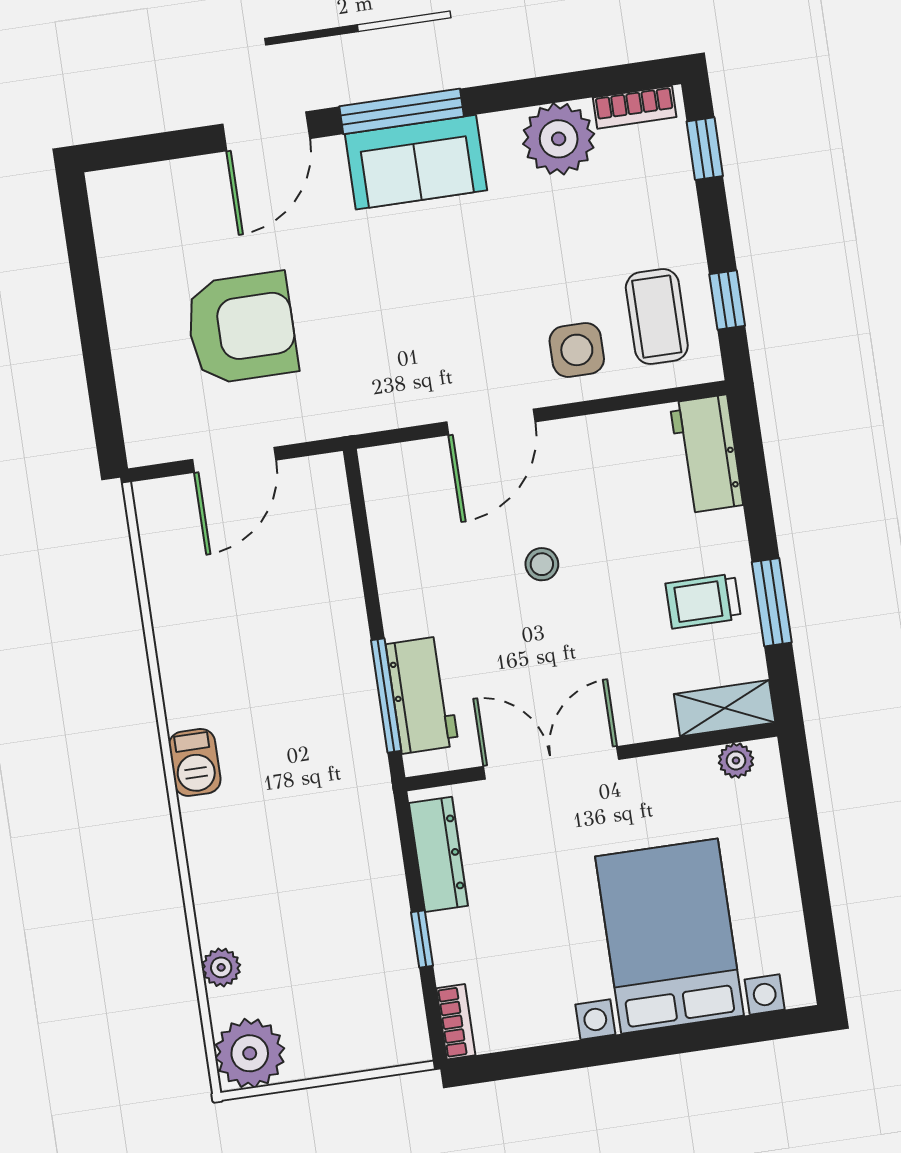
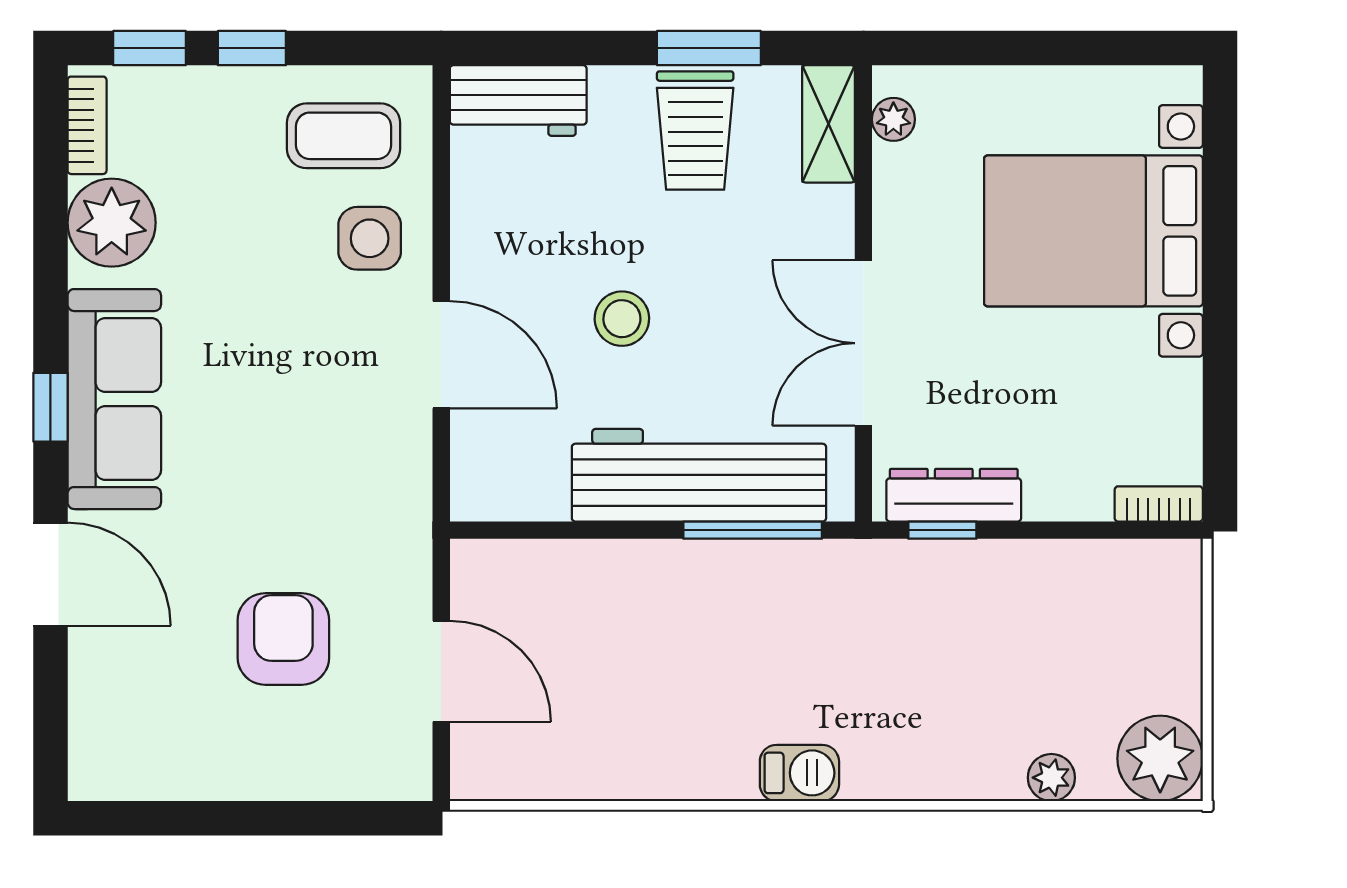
window: (402, 111) -> (50, 407), width x0.46
sofa: (416, 162) -> (114, 399), width x1.36
window: (727, 300) -> (252, 48), moved
armchair: (242, 328) -> (283, 639), width x0.73, depth x0.73
stool: (542, 564) -> (622, 319), width x1.37, depth x1.37
trolley: (703, 601) -> (695, 131), width x1.36, depth x1.39
workbench: (422, 695) -> (699, 475), width x1.88, depth x1.32
window: (422, 939) -> (942, 530), moved

